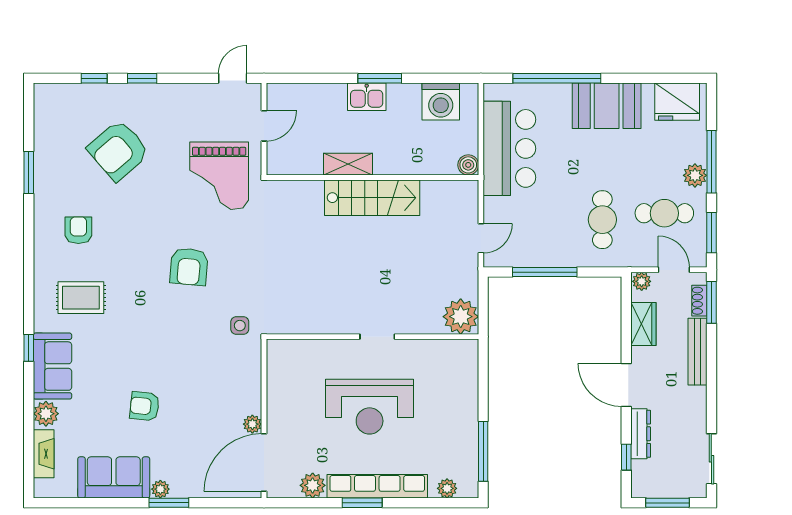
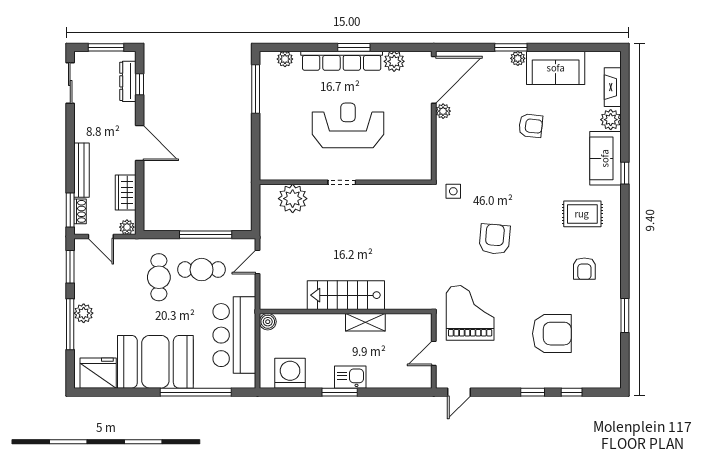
booth: (607, 106) -> (155, 362), width x1.36, depth x1.42
armchair: (118, 150) -> (552, 334), turned 41
cafe table: (664, 213) -> (202, 270), moved
plant: (461, 317) -> (293, 199), moved
dresser: (641, 434) -> (128, 81), moved

